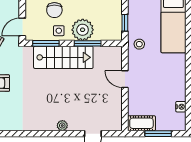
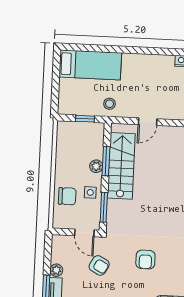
plant: (83, 30) -> (96, 166), width x0.53, depth x0.53
stairs: (63, 57) -> (121, 166), moved

